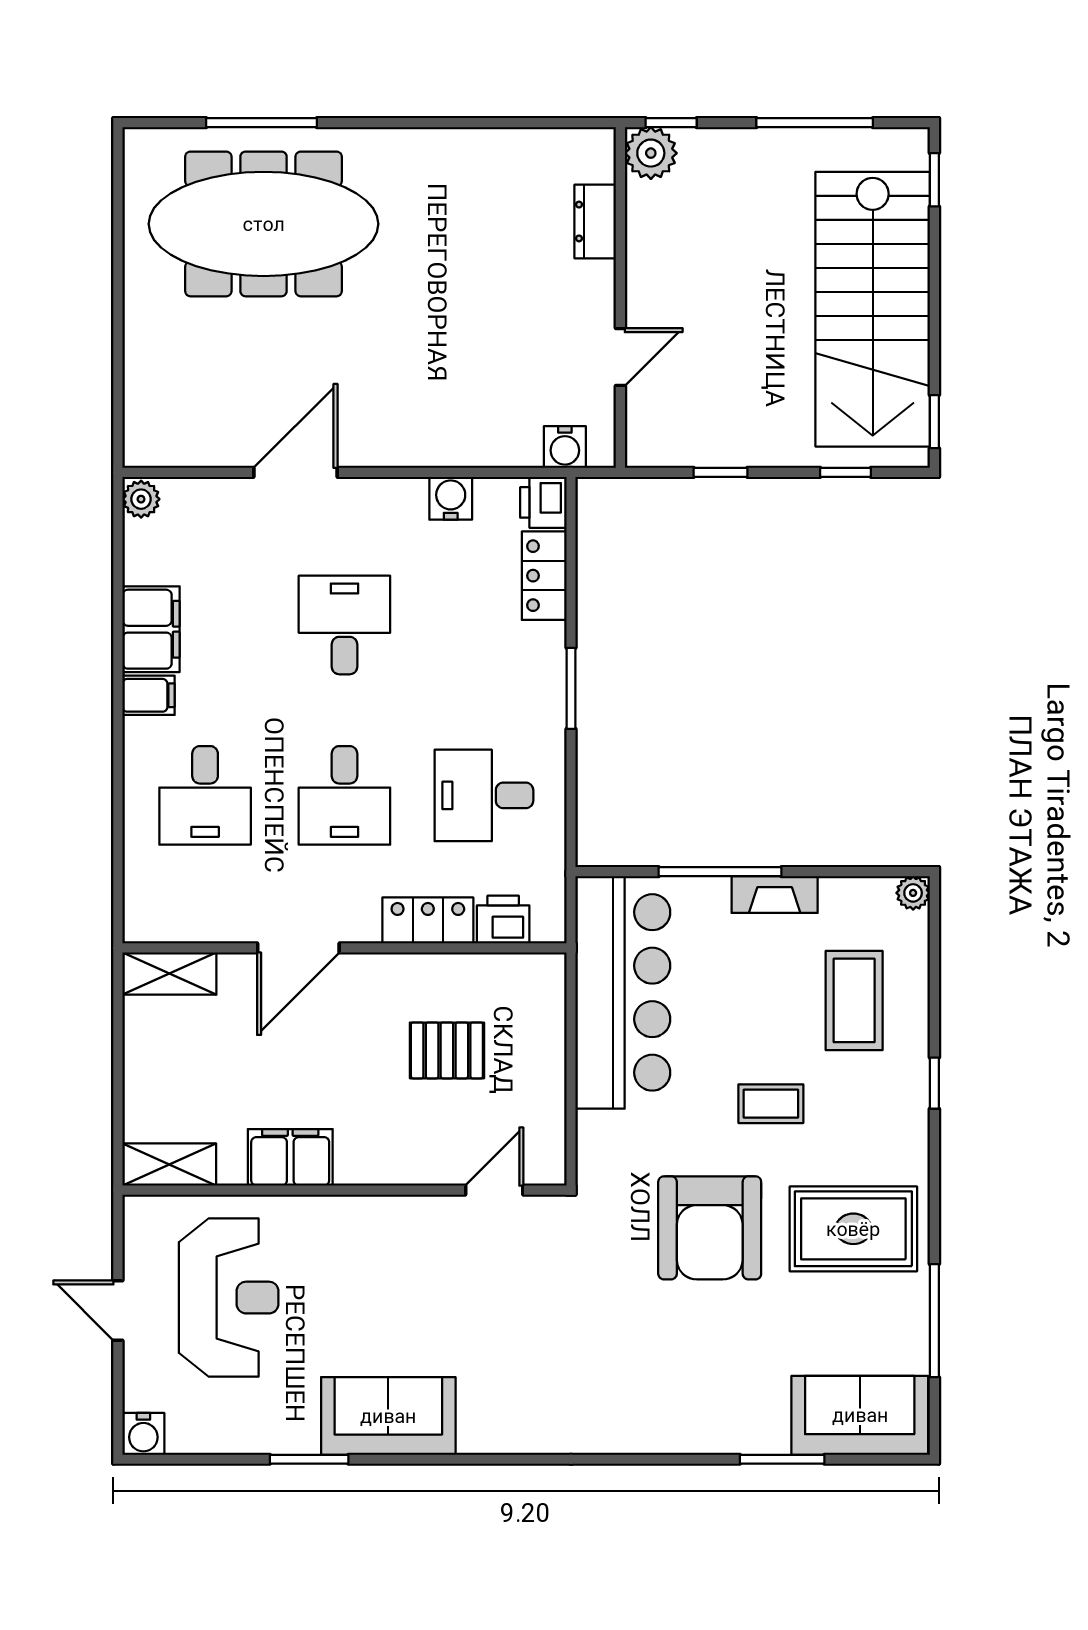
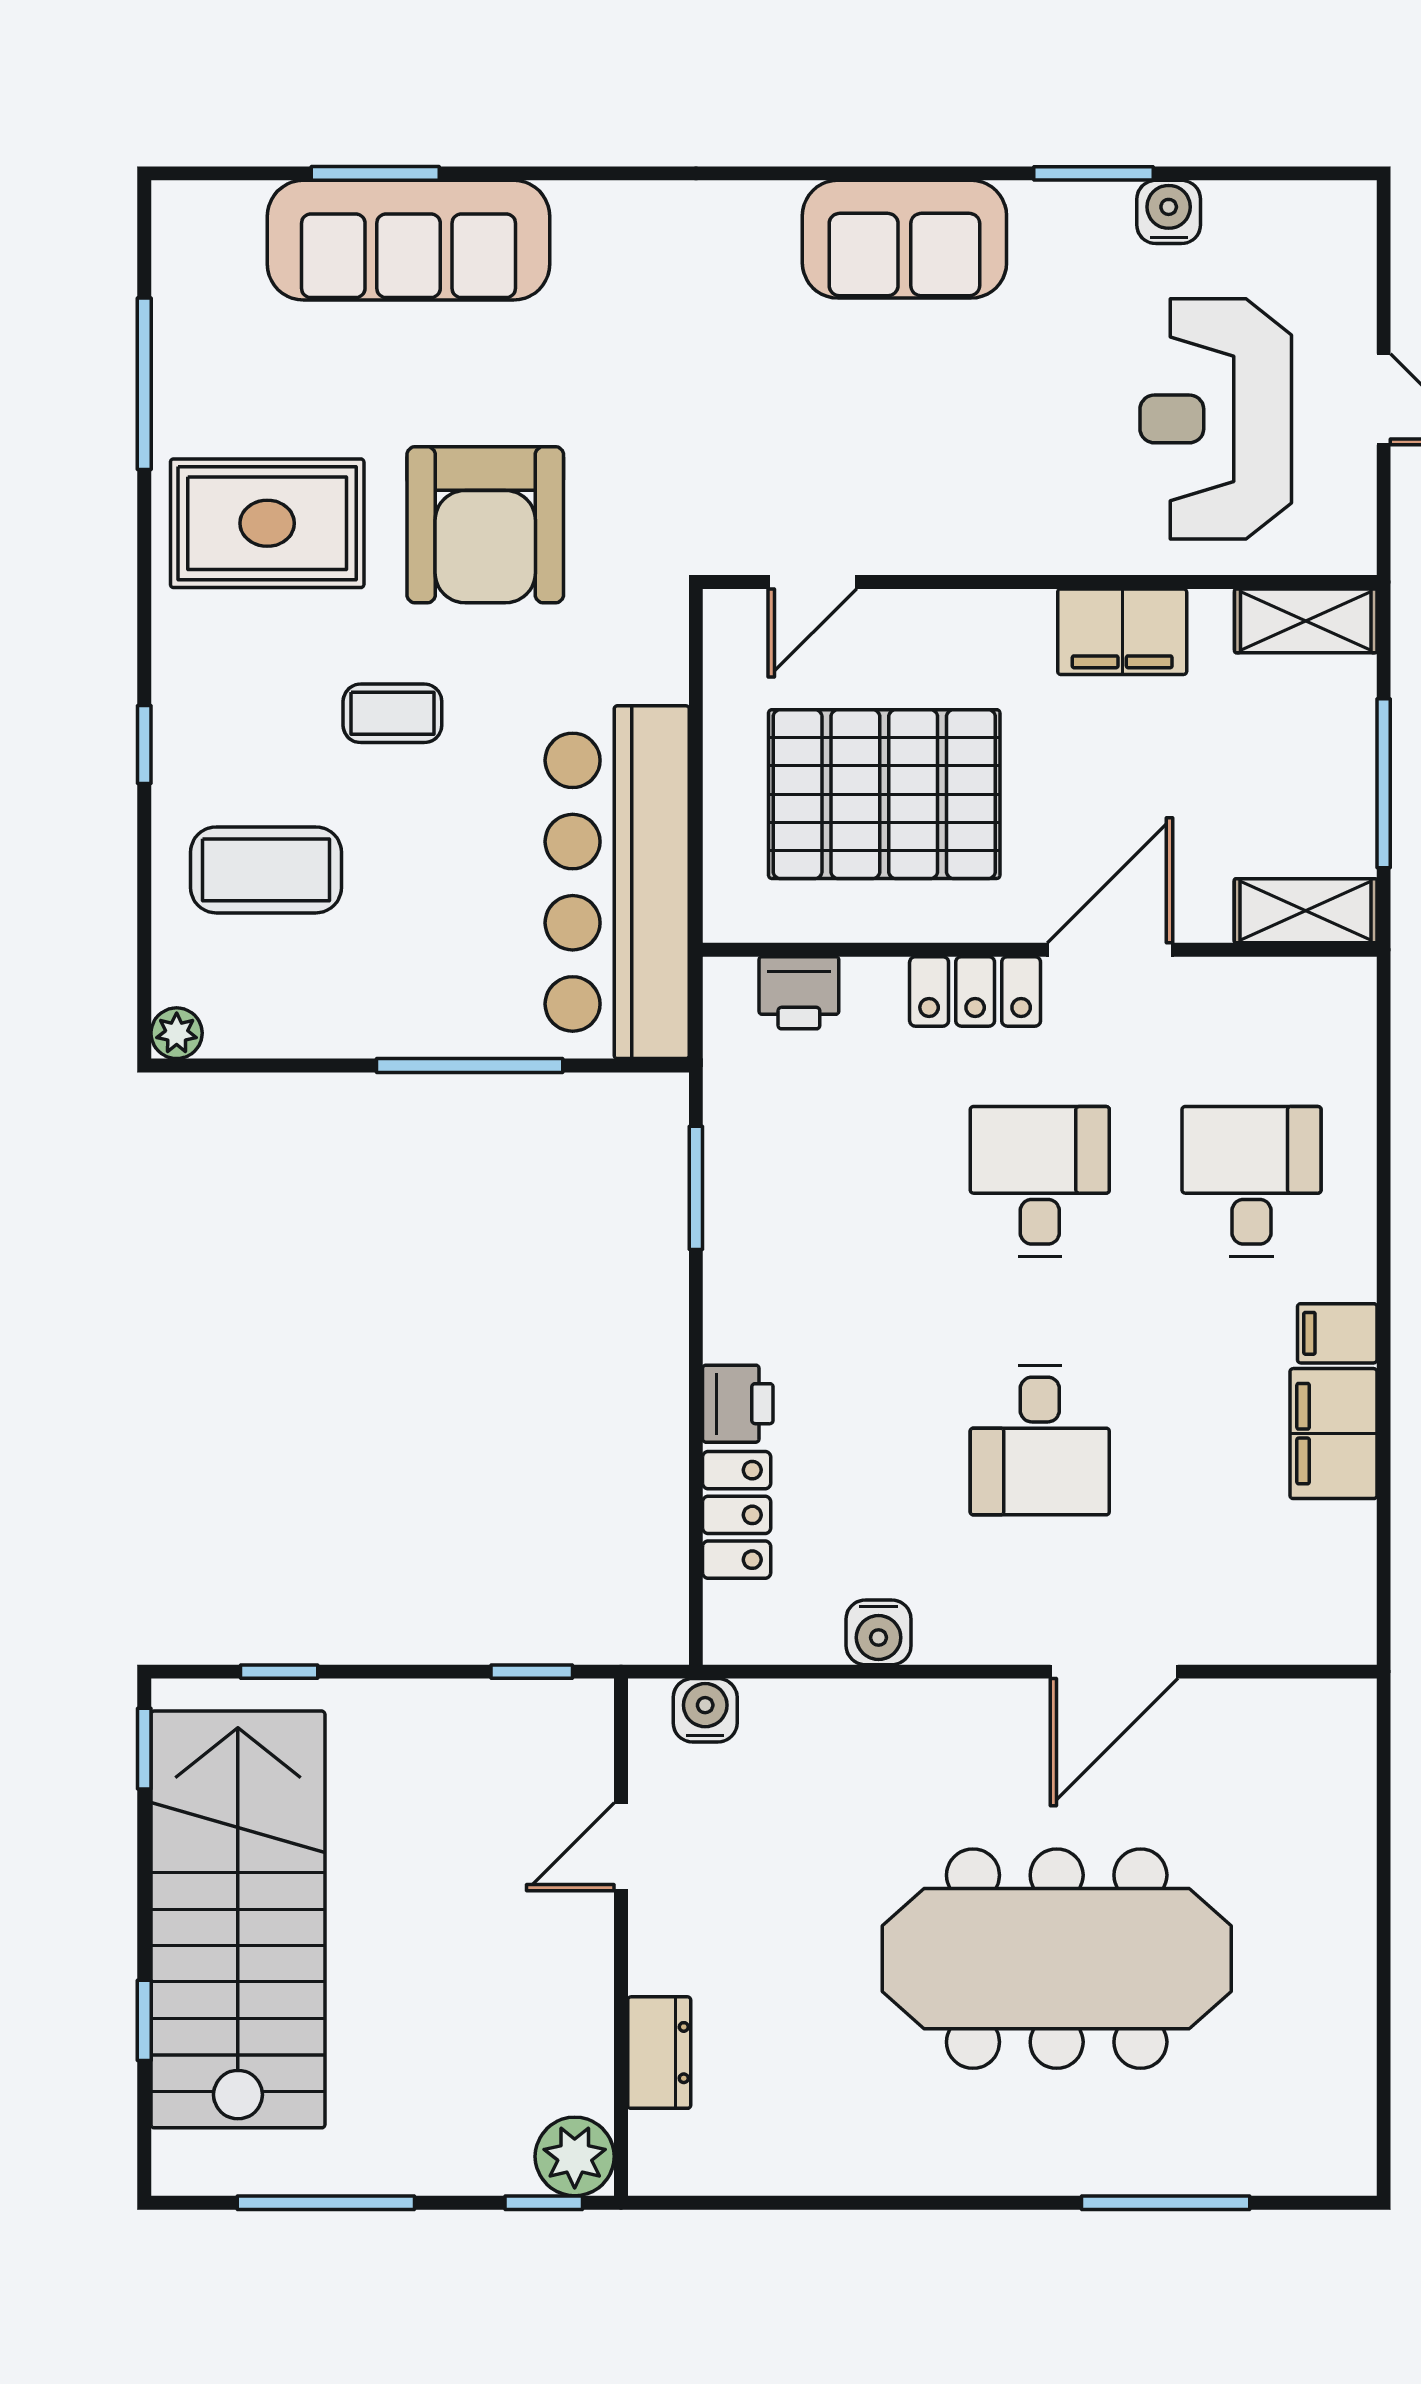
window: (934, 180) -> (144, 2020), moved
meeting table: (264, 224) -> (1057, 1959), moved
window: (721, 472) -> (532, 1672), moved
plant: (141, 499) -> (1349, 1631), removed
printer: (543, 502) -> (738, 1404), moved
window: (571, 688) -> (696, 1188), moved
desk: (484, 795) -> (828, 1181), removed
fireplace: (775, 895) -> (387, 1031), removed
locker: (428, 920) -> (975, 991), moved
coffee table: (854, 1000) -> (266, 870), turned 90
pallet: (447, 1050) -> (884, 794), width x2.05, depth x2.00
window: (118, 1058) -> (1384, 783), added
armchair: (710, 1228) -> (485, 525), turned 180
sofa: (860, 1415) -> (409, 240), moved, width x1.36
sofa: (388, 1416) -> (904, 239), moved
water cooler: (143, 1434) -> (1169, 212), moved

